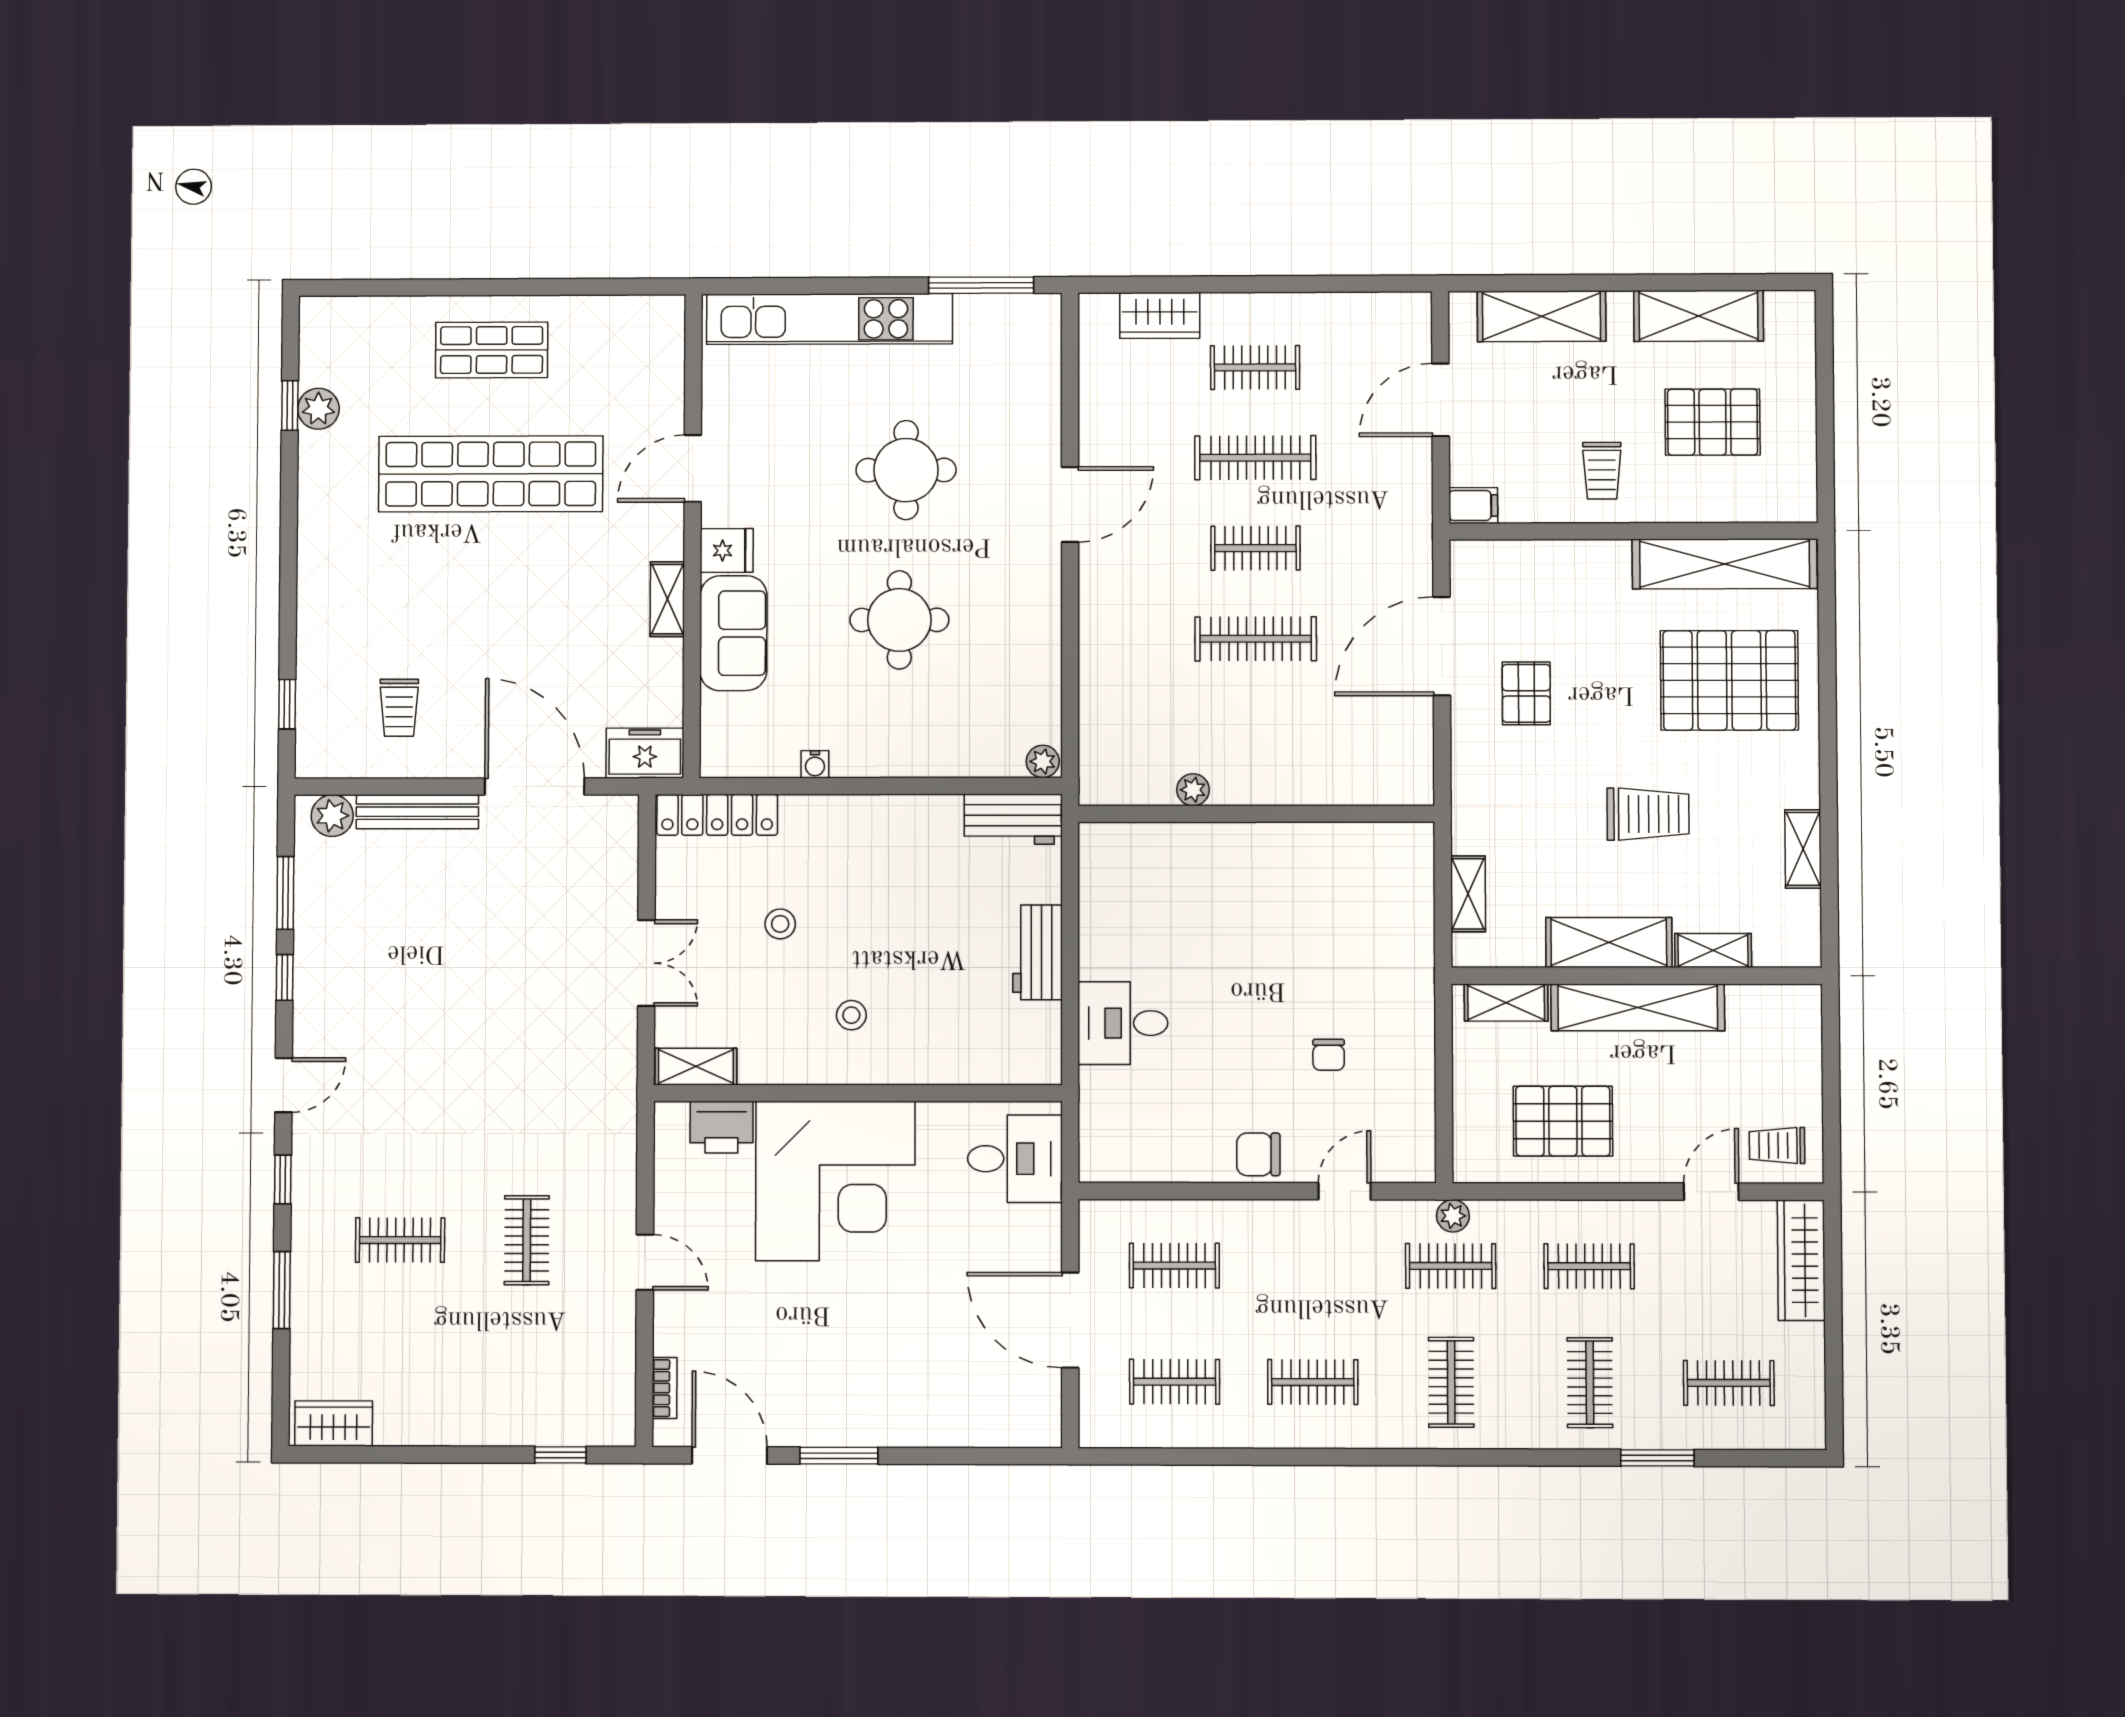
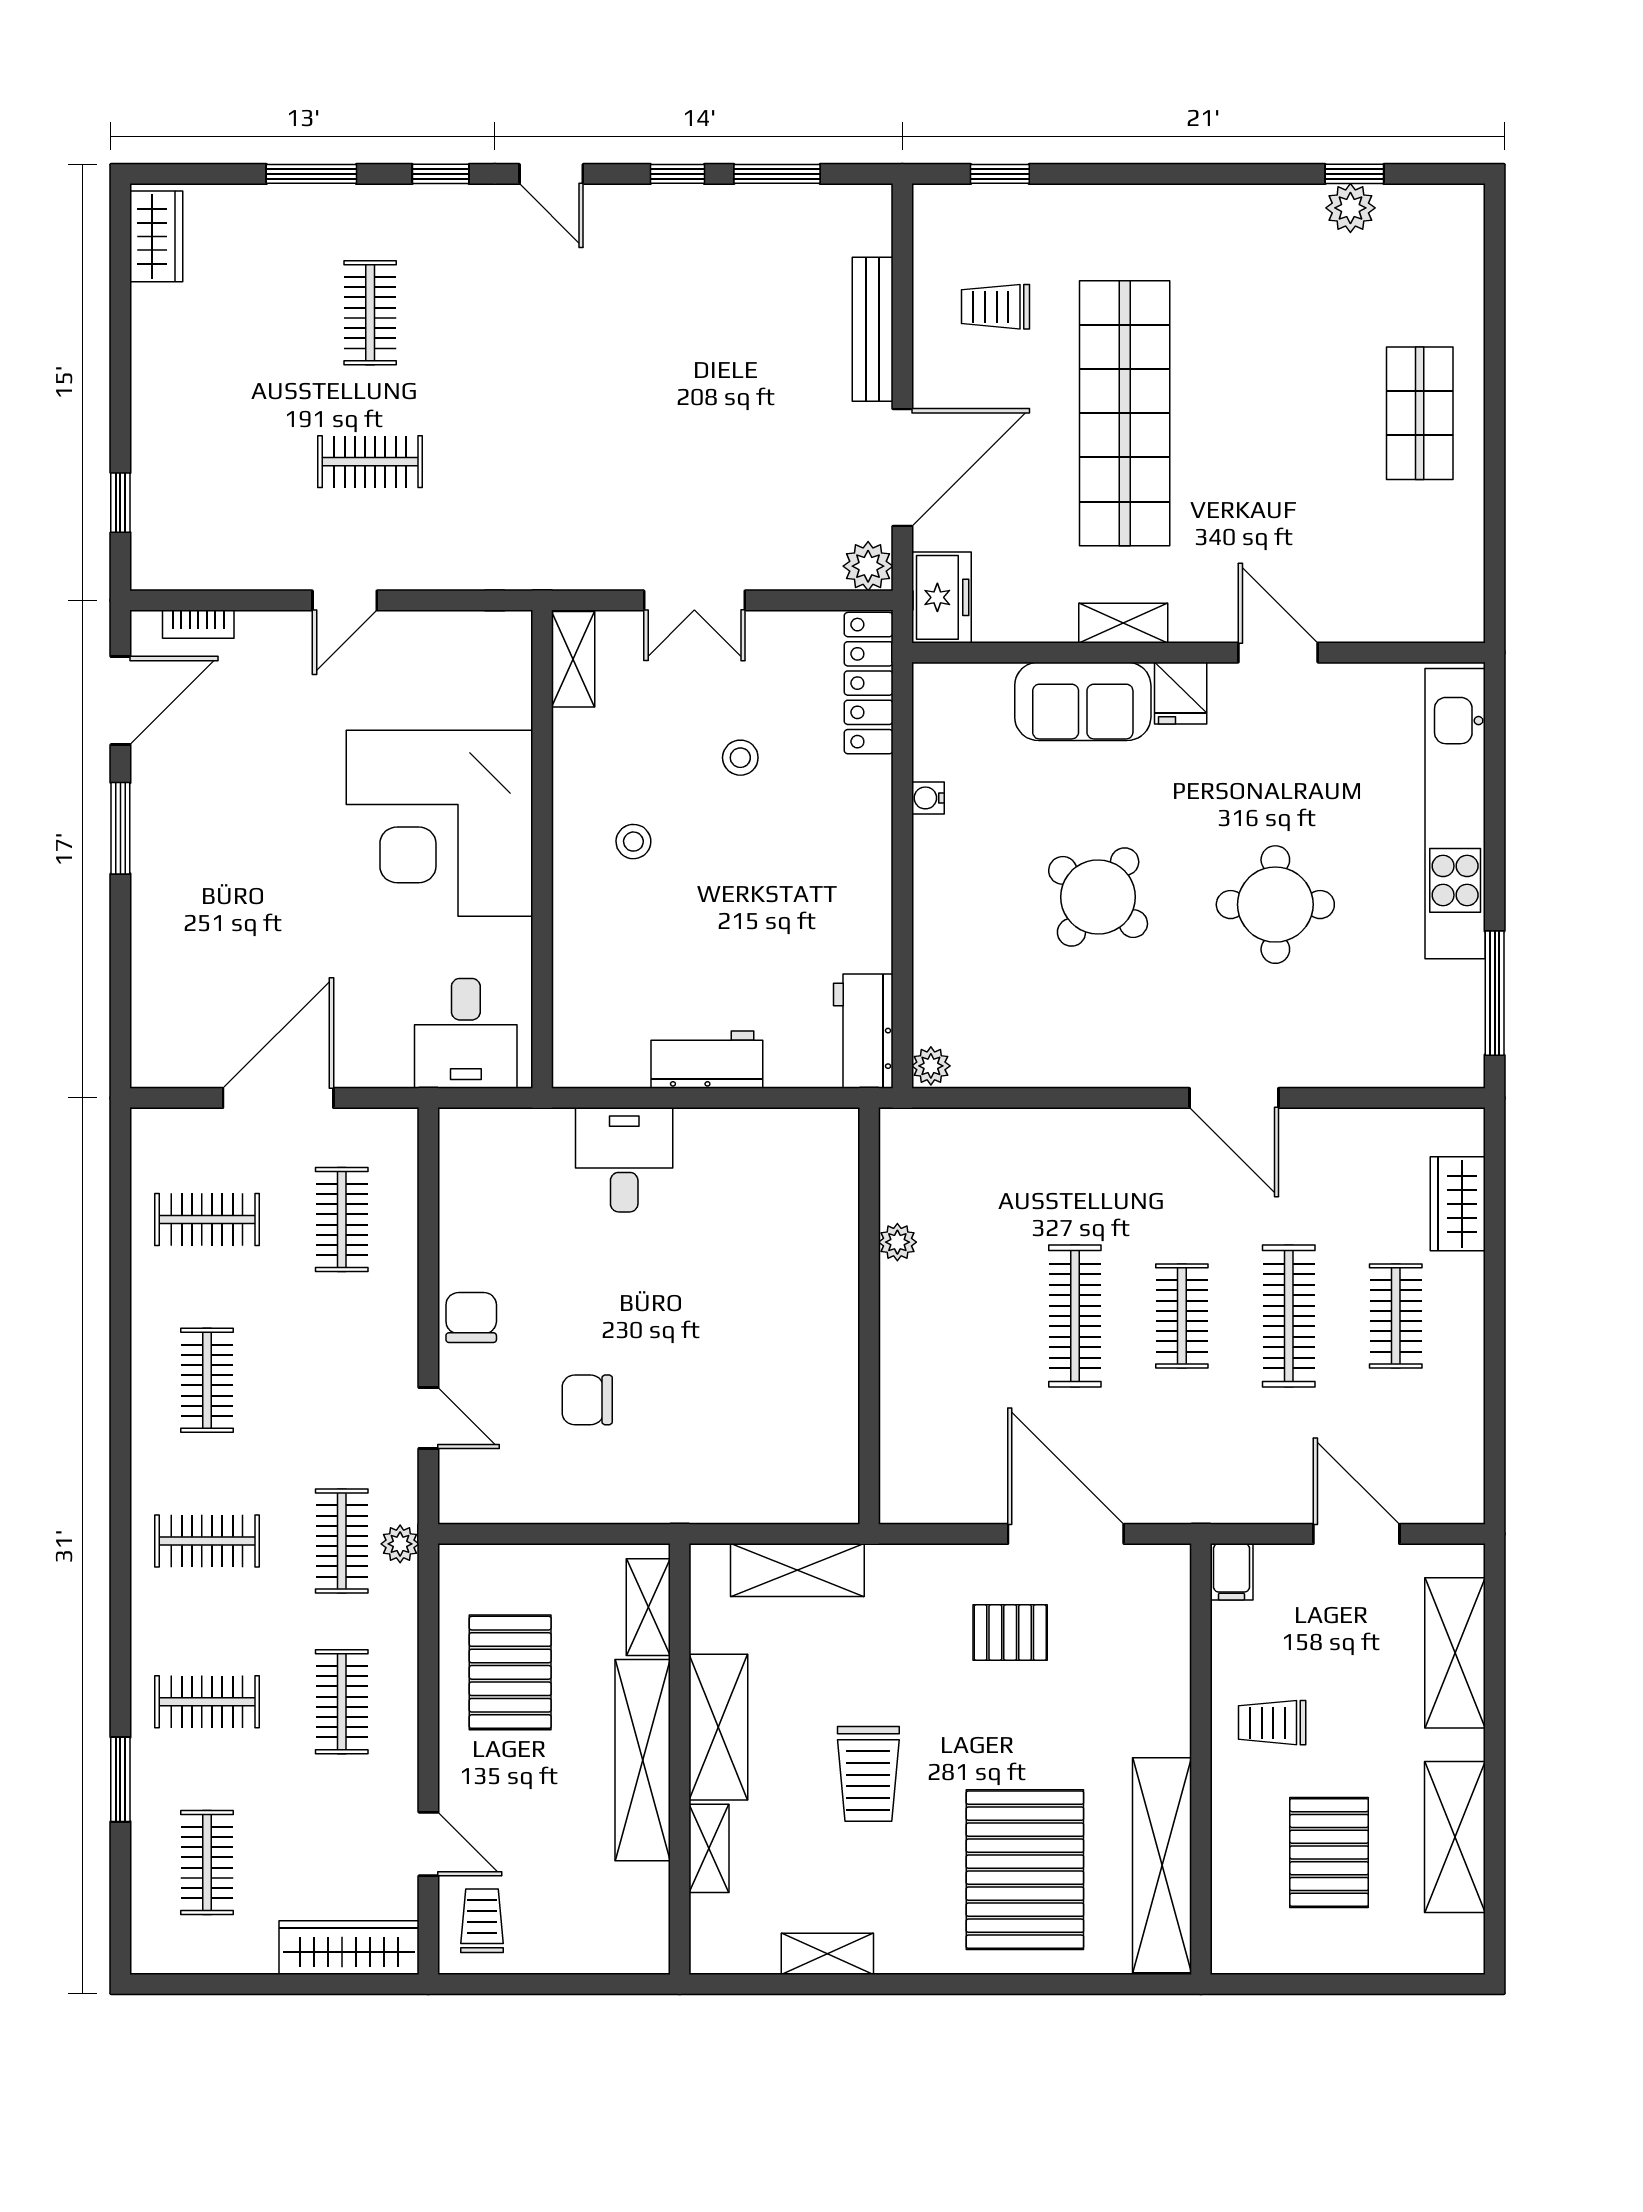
shop shelf: (491, 474) -> (1125, 413), moved
round table: (899, 620) -> (1098, 897), turned 37
plant: (332, 816) -> (868, 566), moved
shelving: (1468, 894) -> (797, 1570), width x1.50, depth x1.33
chair: (1329, 1055) -> (587, 1400), width x1.37, depth x1.37
printer: (721, 1127) -> (502, 690), removed
clothes rail: (1175, 1382) -> (207, 1219), turned 90

